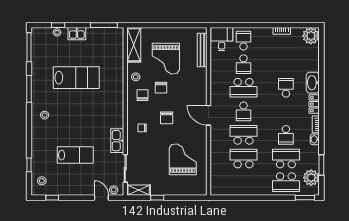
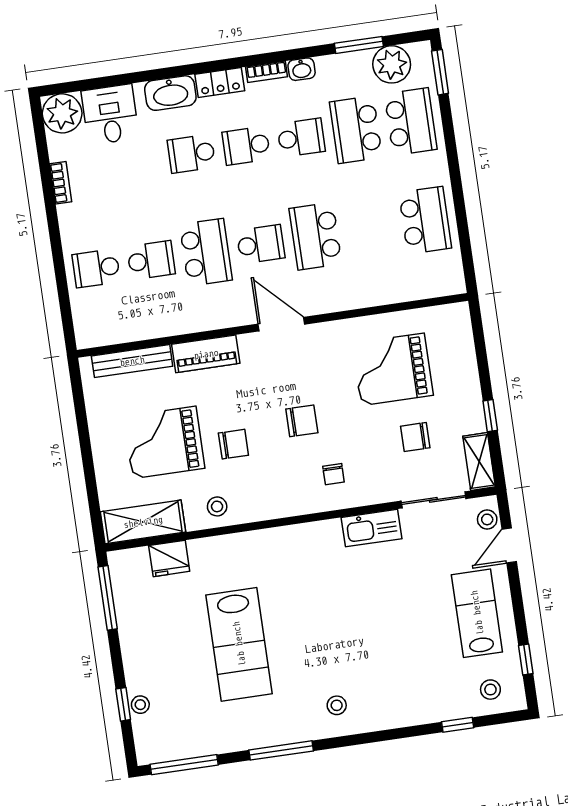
kitchen sink: (77, 34) -> (137, 658), removed
desk: (222, 39) -> (110, 114), moved, turned 90
fridge: (117, 54) -> (169, 558), added
grand piano: (166, 59) -> (164, 442), turned 180
lab bench: (76, 78) -> (239, 644), turned 180
piano: (201, 81) -> (206, 354), added
chair: (143, 95) -> (415, 437), moved
school desk: (286, 111) -> (246, 146), added
door: (209, 115) -> (281, 324), swing flipped
lab bench: (75, 155) -> (477, 613), moved
school desk: (244, 159) -> (425, 220), moved, turned 180

